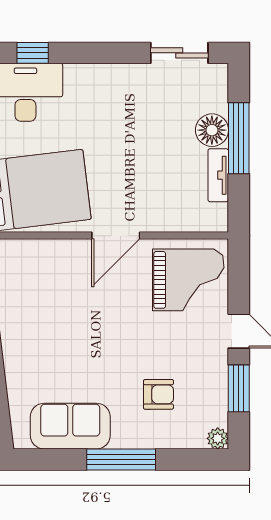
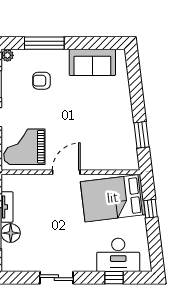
sliding door: (179, 53) -> (56, 278), moved
window: (121, 459) -> (44, 43), moved

